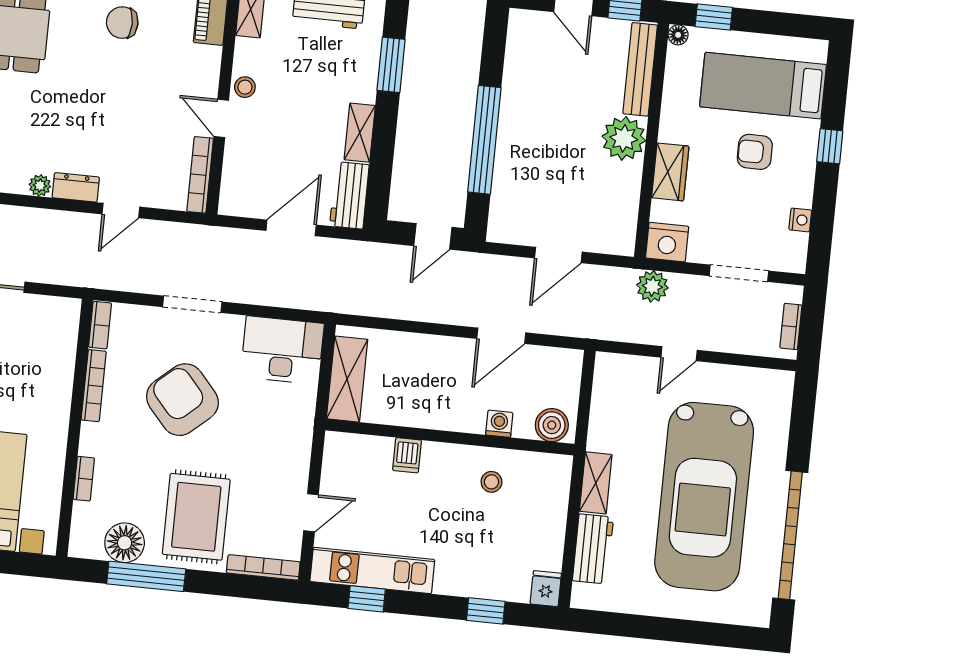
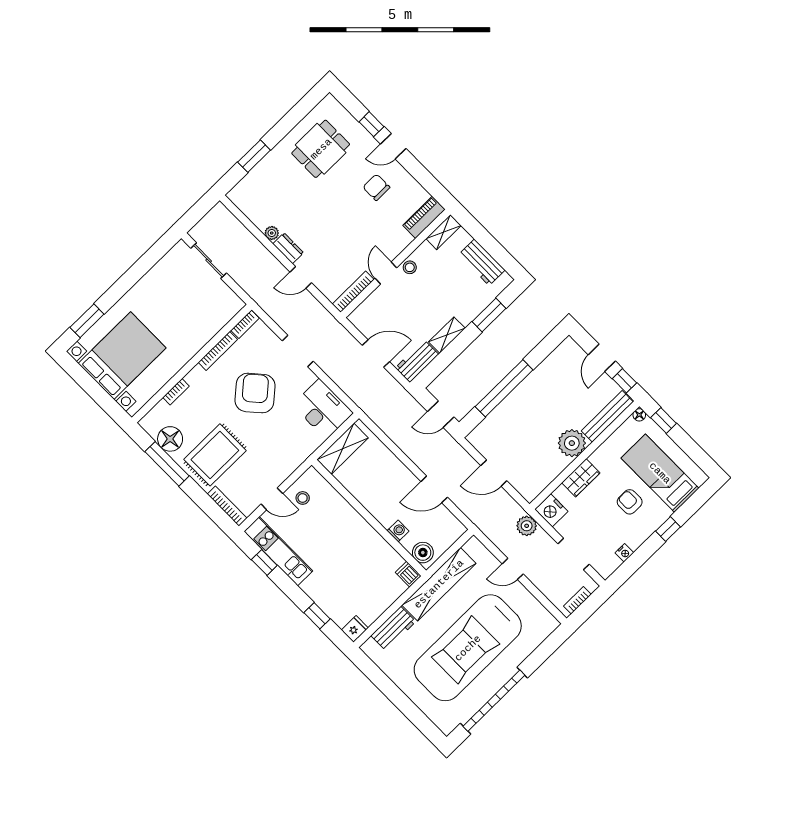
dishwasher: (407, 455) -> (408, 574), moved, turned 90
stool: (491, 482) -> (303, 498), moved
shelving: (596, 483) -> (439, 584), width x2.20, depth x1.33

